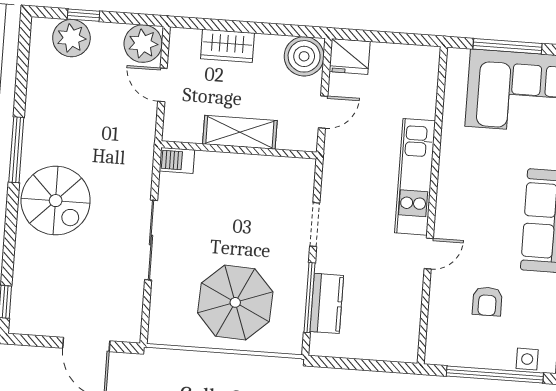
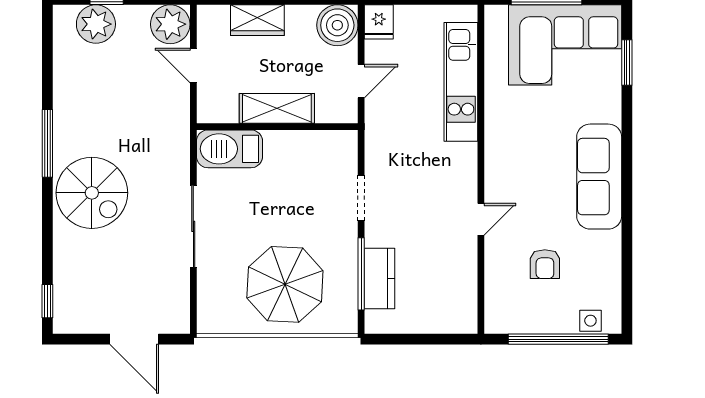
fridge: (350, 56) -> (379, 22), width x0.72
barbecue: (177, 160) -> (229, 149), width x1.88, depth x1.53
kitchen unit: (415, 177) -> (461, 82), moved

